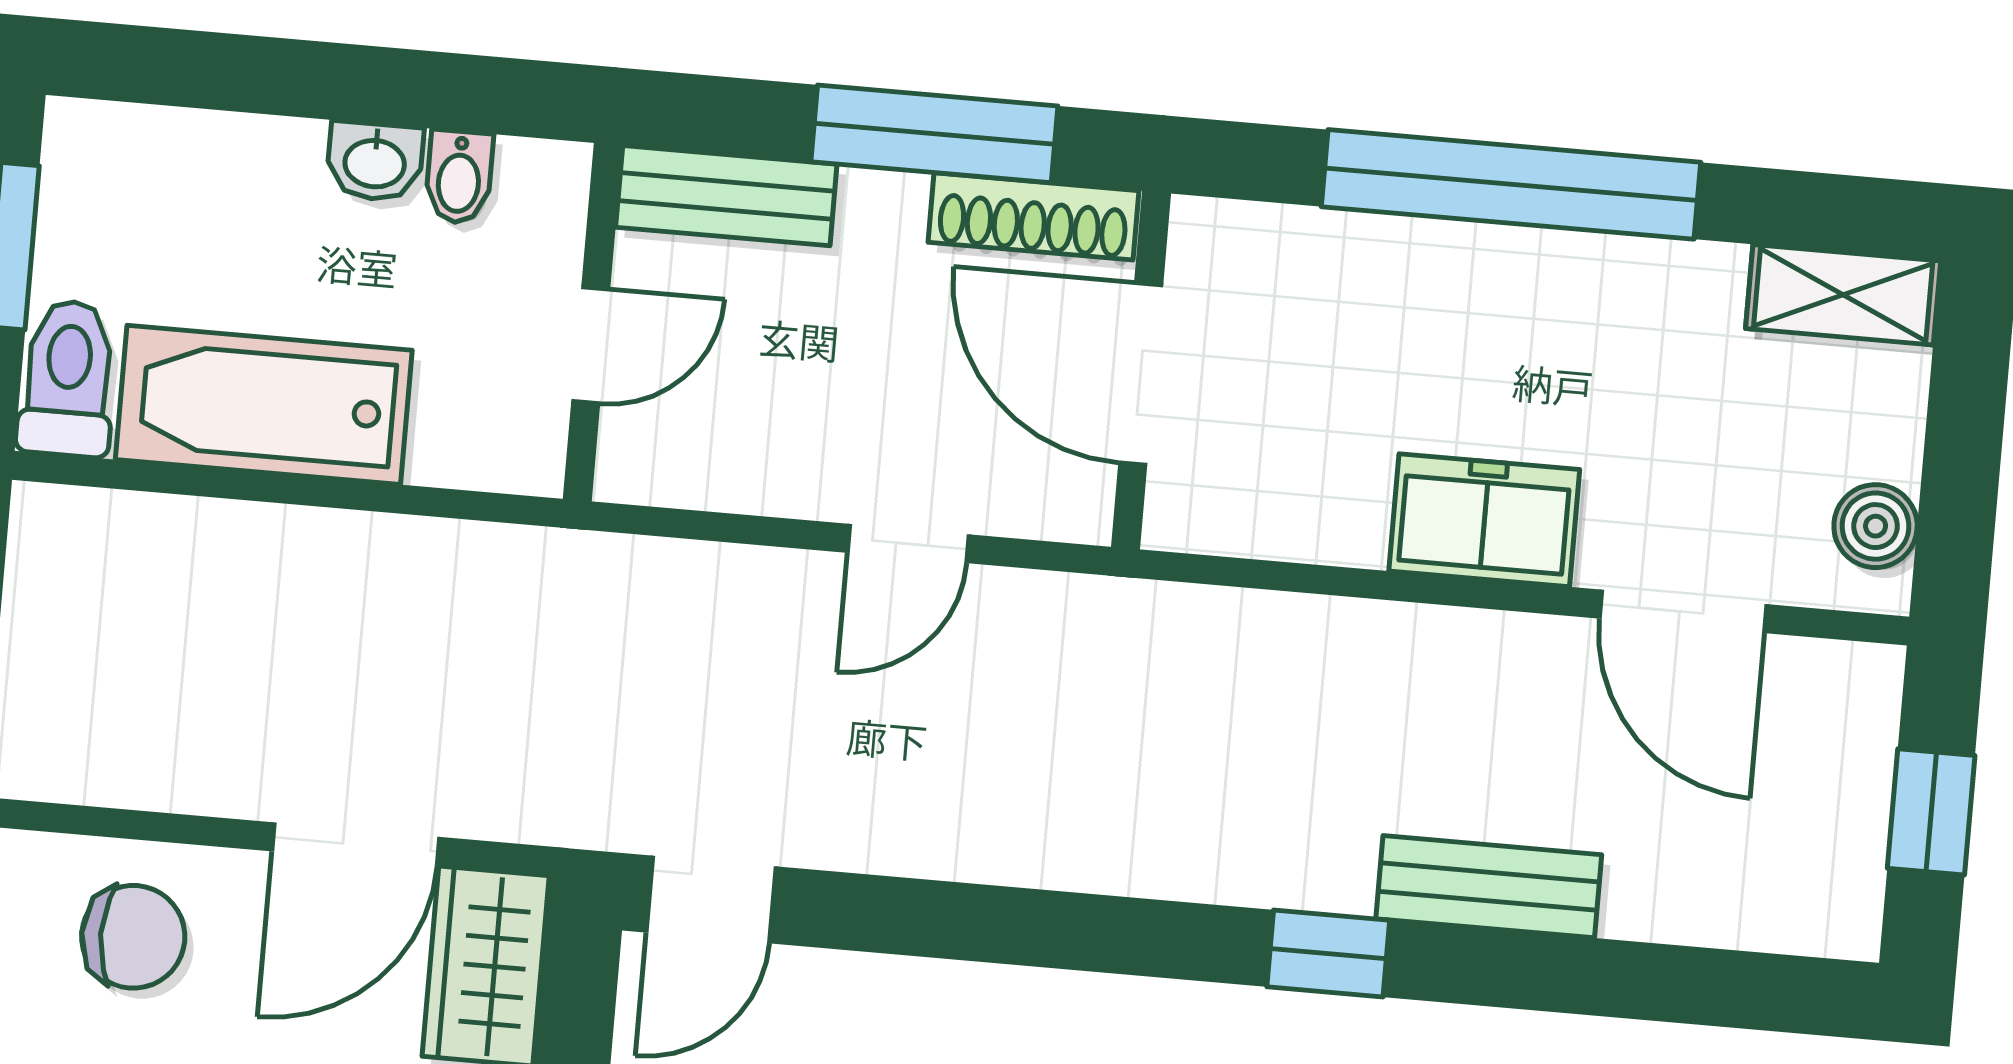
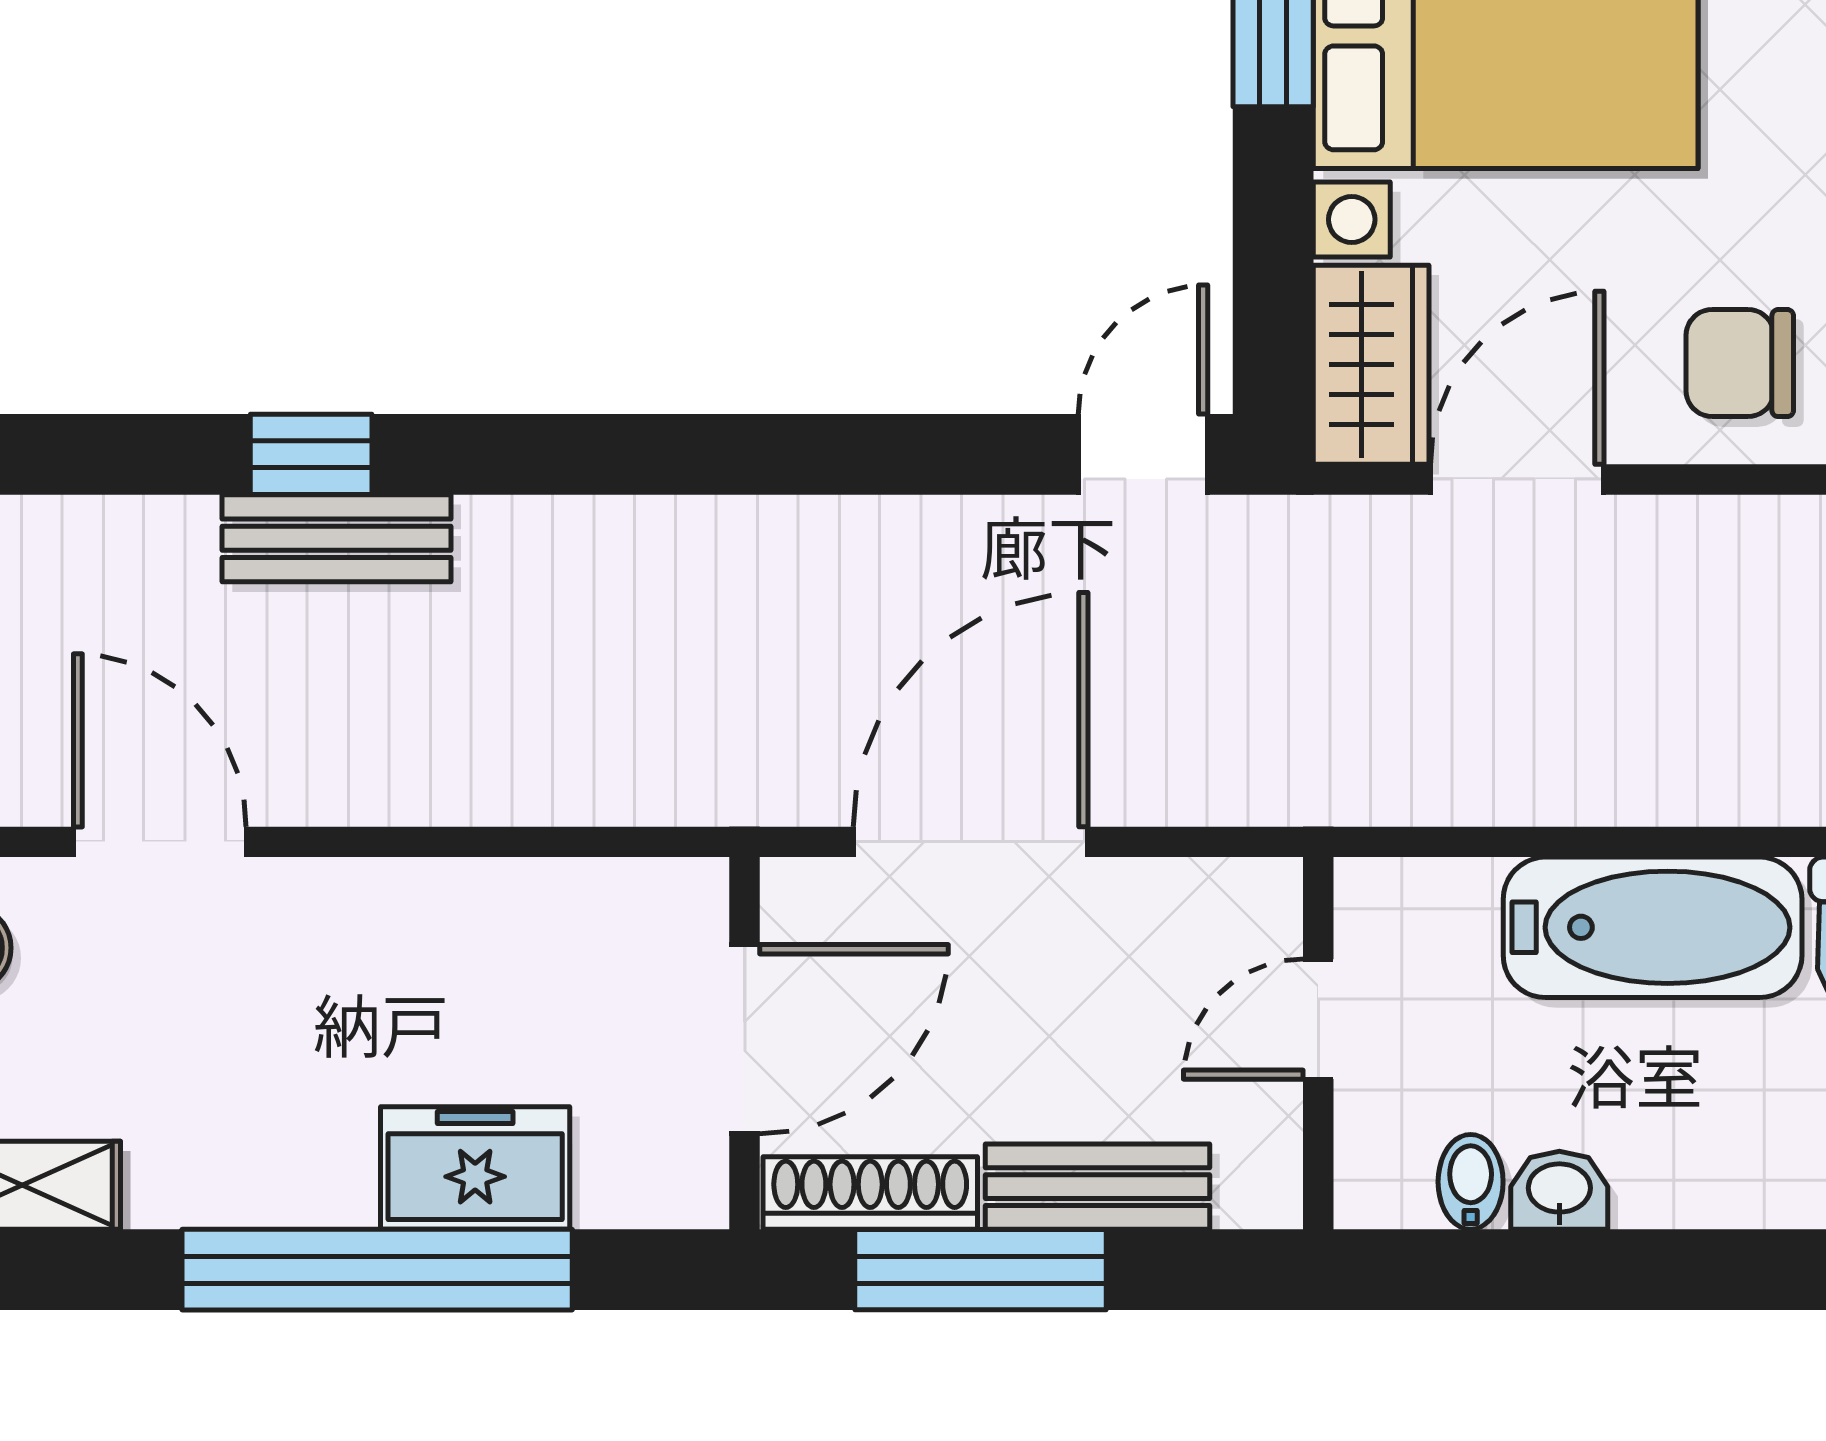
bench: (726, 196) -> (1097, 1187), moved
door: (1141, 374) -> (745, 1039), hinge flipped
freezer: (1484, 520) -> (475, 1168), moved, turned 180
door: (908, 544) -> (971, 842), width x1.88
window: (1328, 953) -> (311, 454), moved

